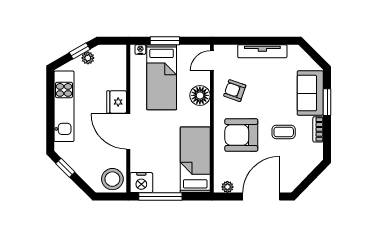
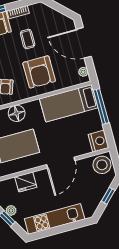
fridge: (117, 102) -> (26, 182), moved
window: (65, 168) -> (108, 196), moved
window: (160, 197) -> (101, 106), moved

